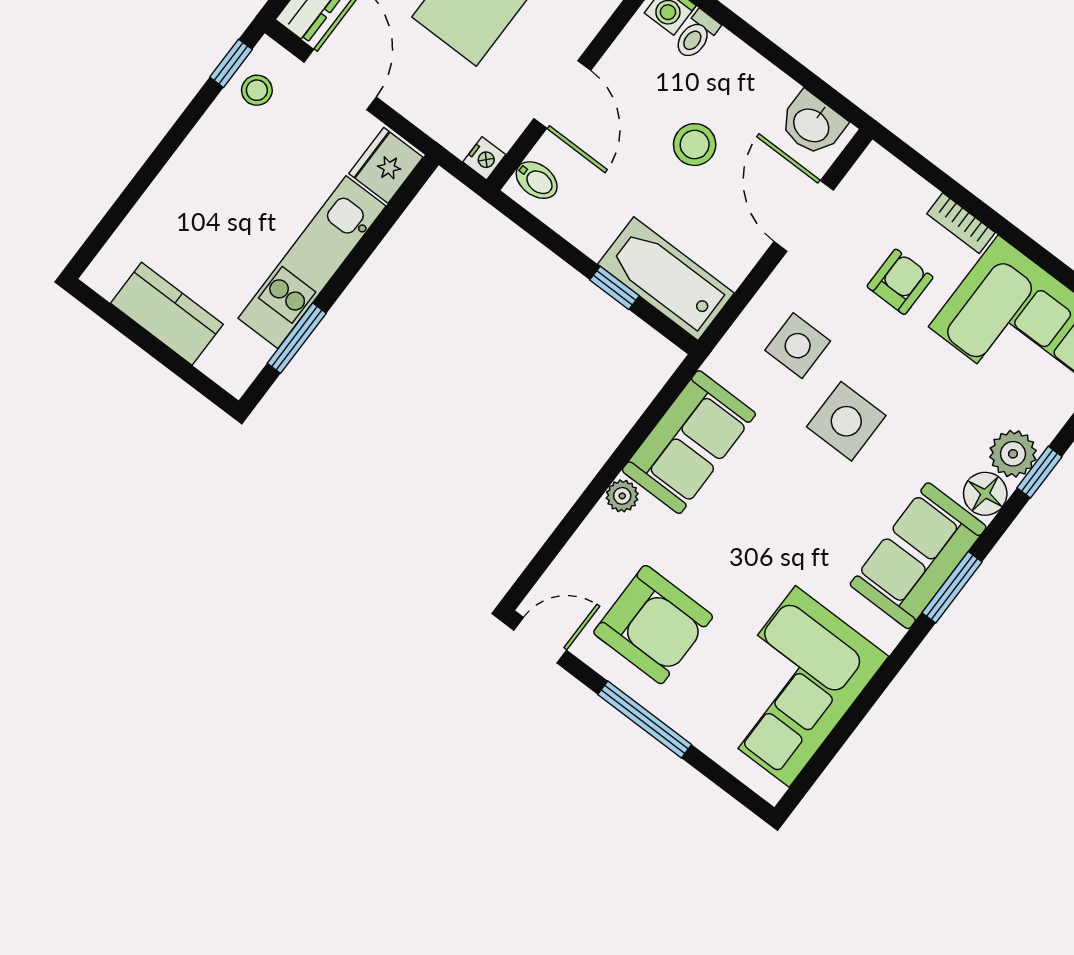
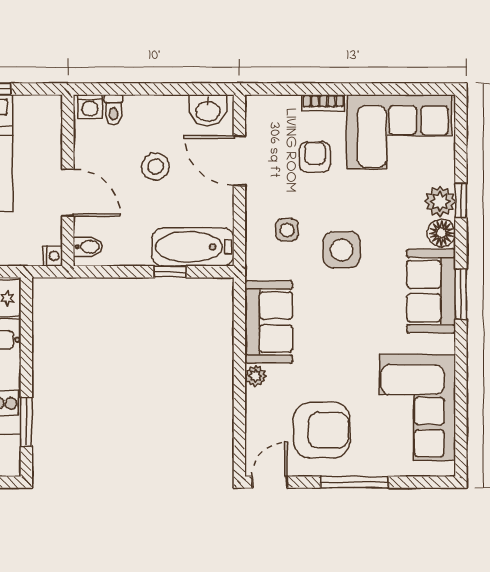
side table: (798, 346) -> (287, 230), width x0.73, depth x0.73

